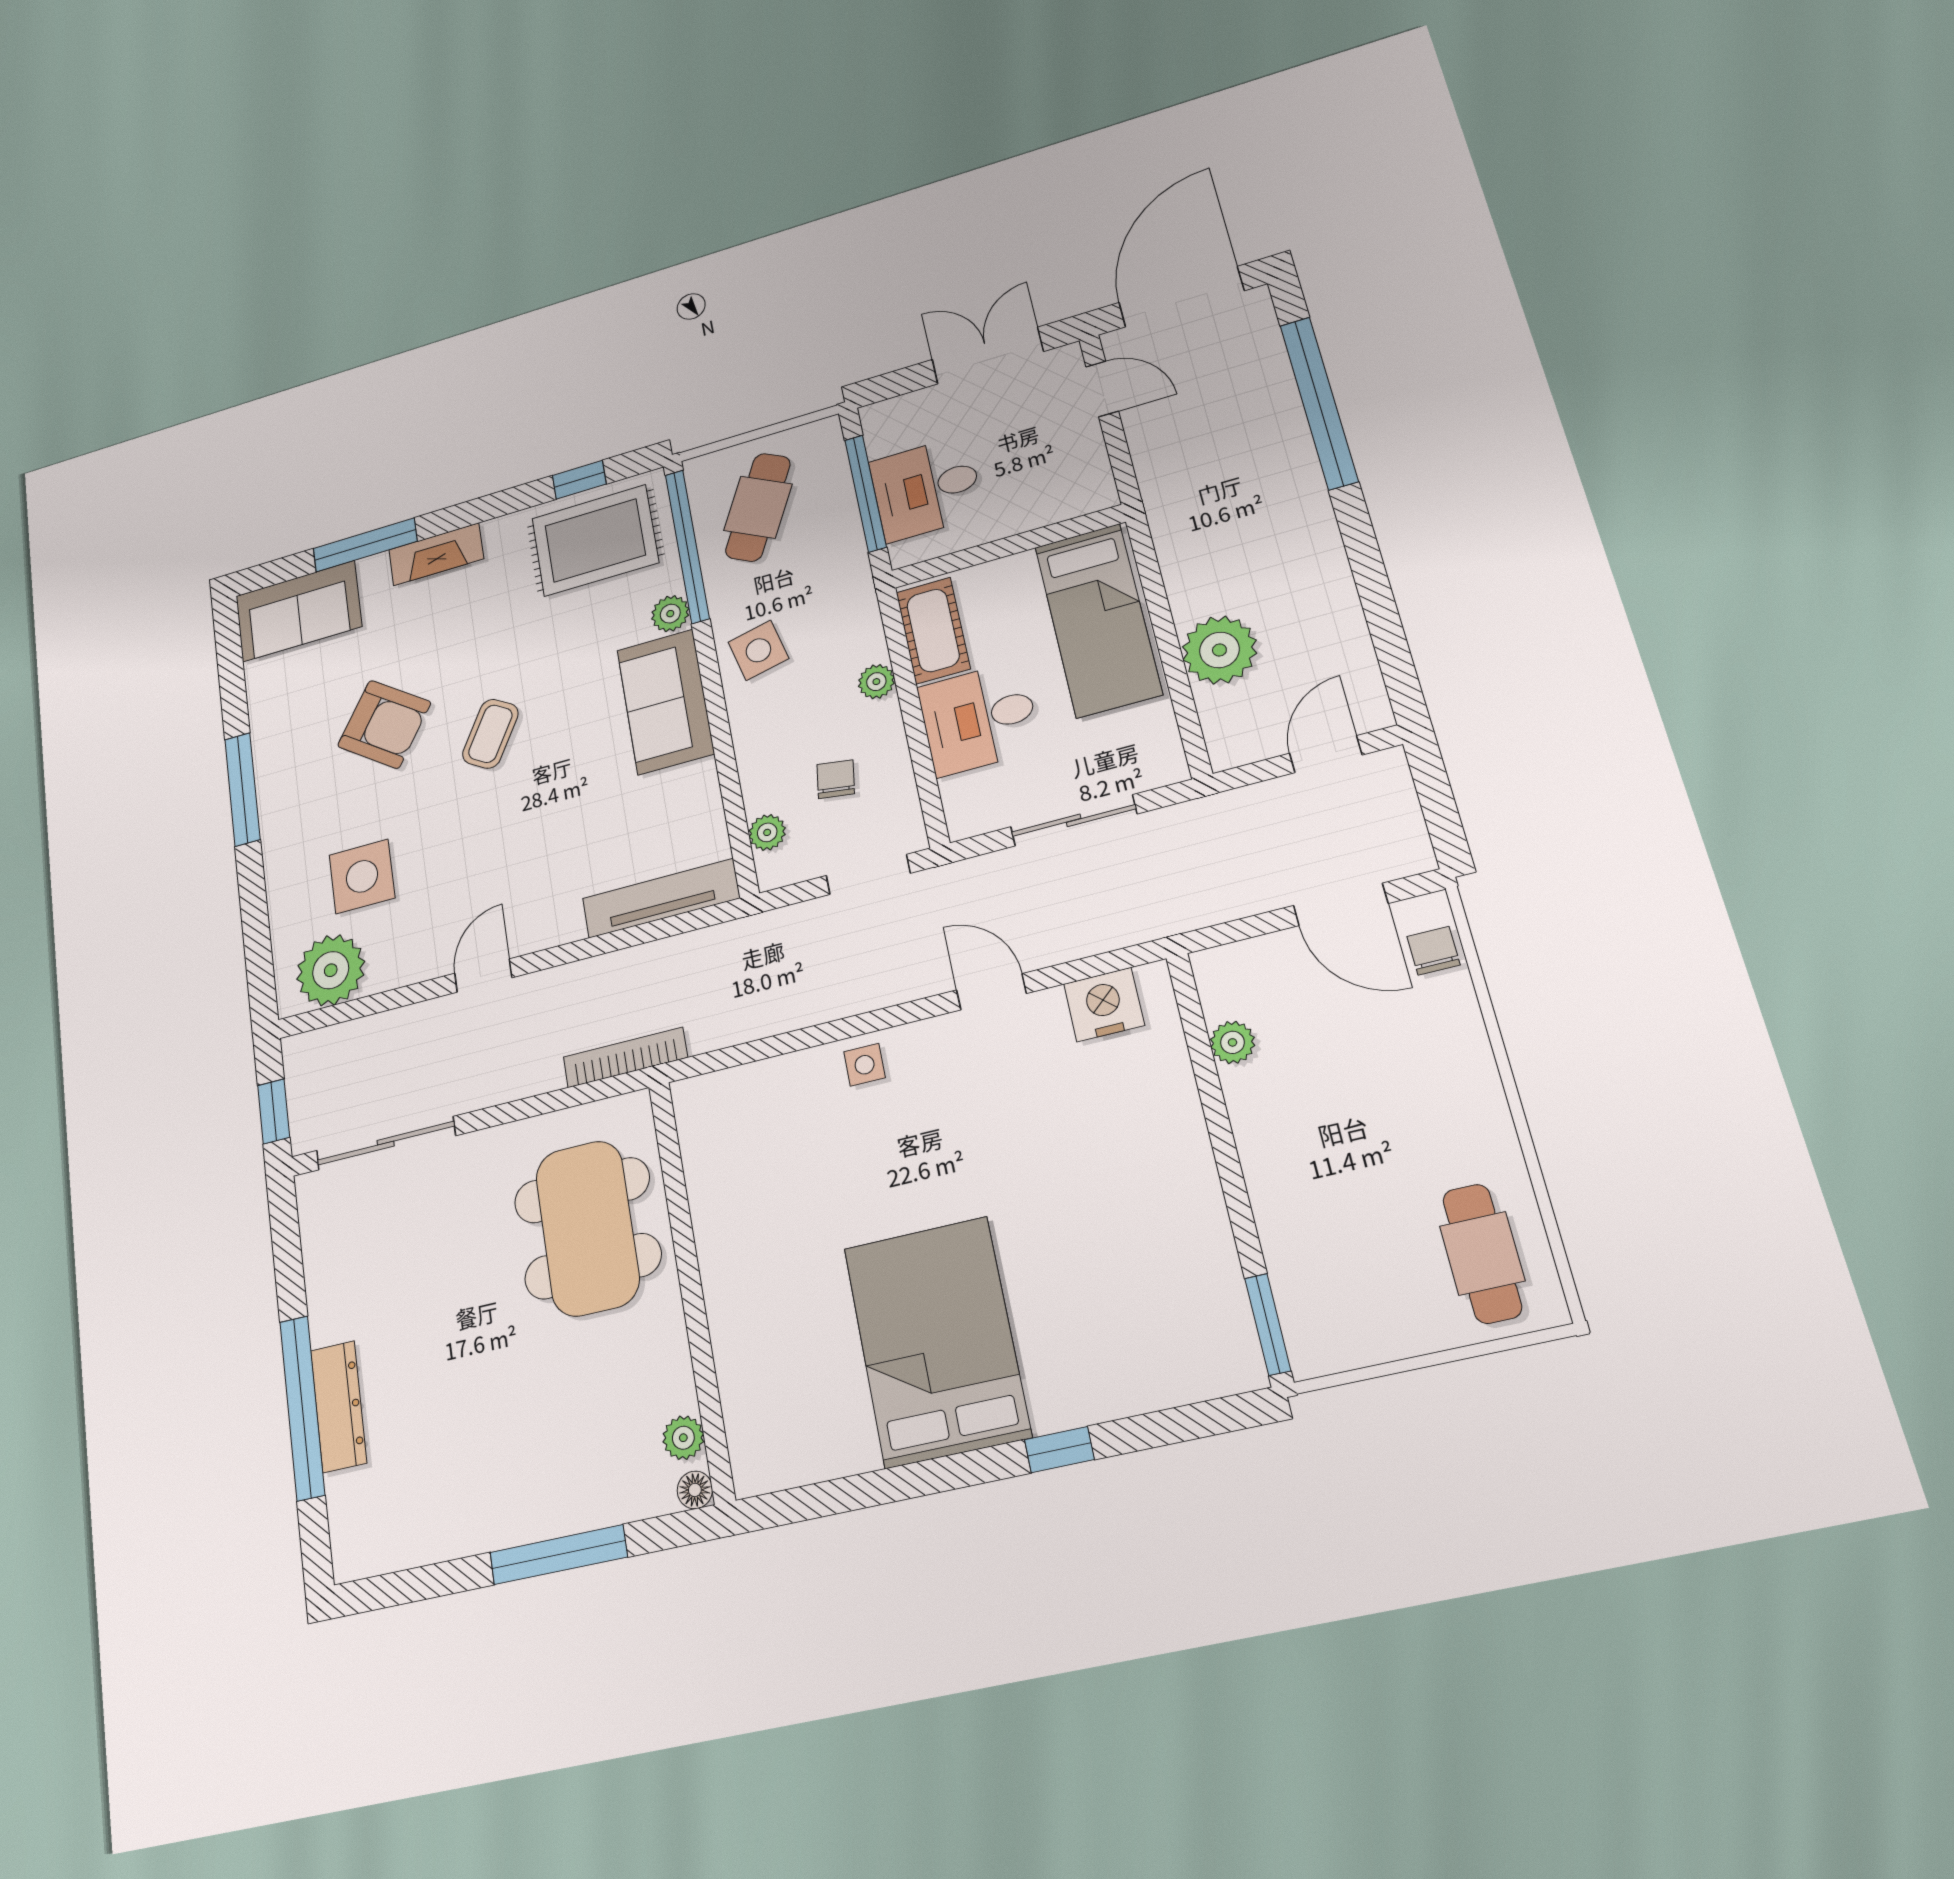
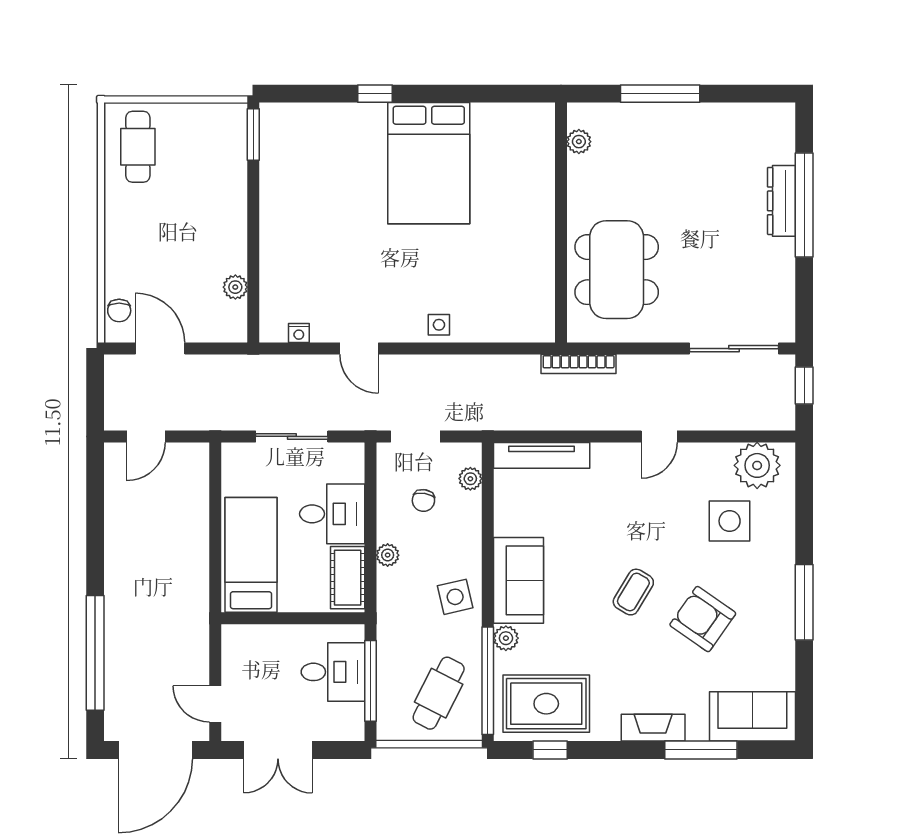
plant: (1219, 650) -> (188, 516), removed
nightstand: (1104, 1005) -> (299, 333), width x0.53, depth x0.56
floor lamp: (695, 1490) -> (577, 113), removed

